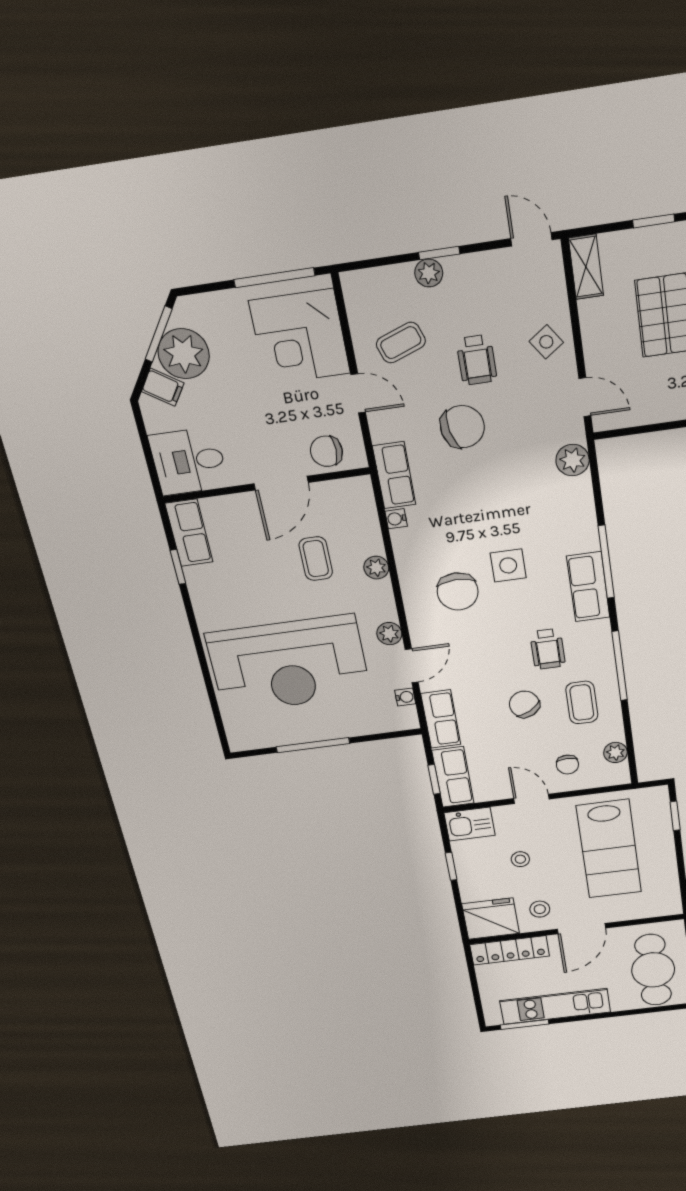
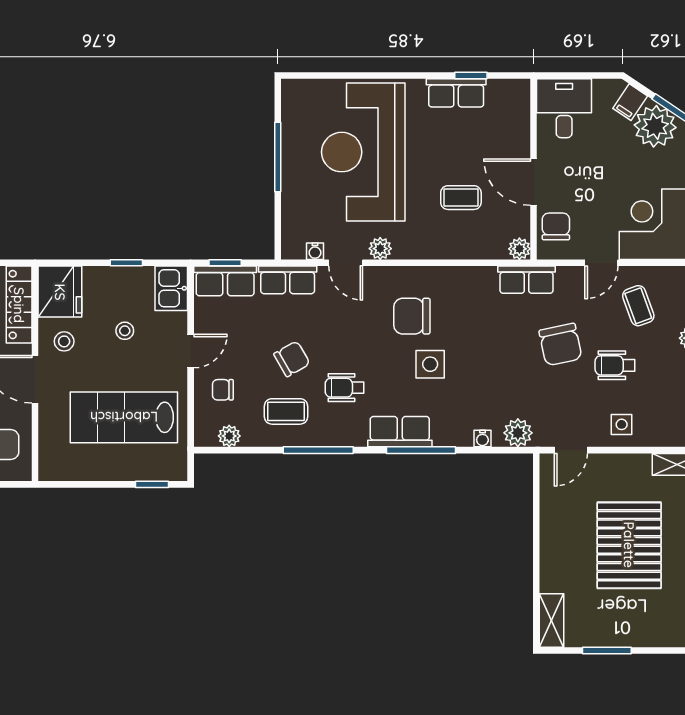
side table: (546, 342) -> (622, 424), turned 35
water cooler: (396, 519) -> (482, 439), moved, turned 180
row of seats: (189, 533) -> (456, 93), moved
plant: (376, 568) -> (519, 249), moved

